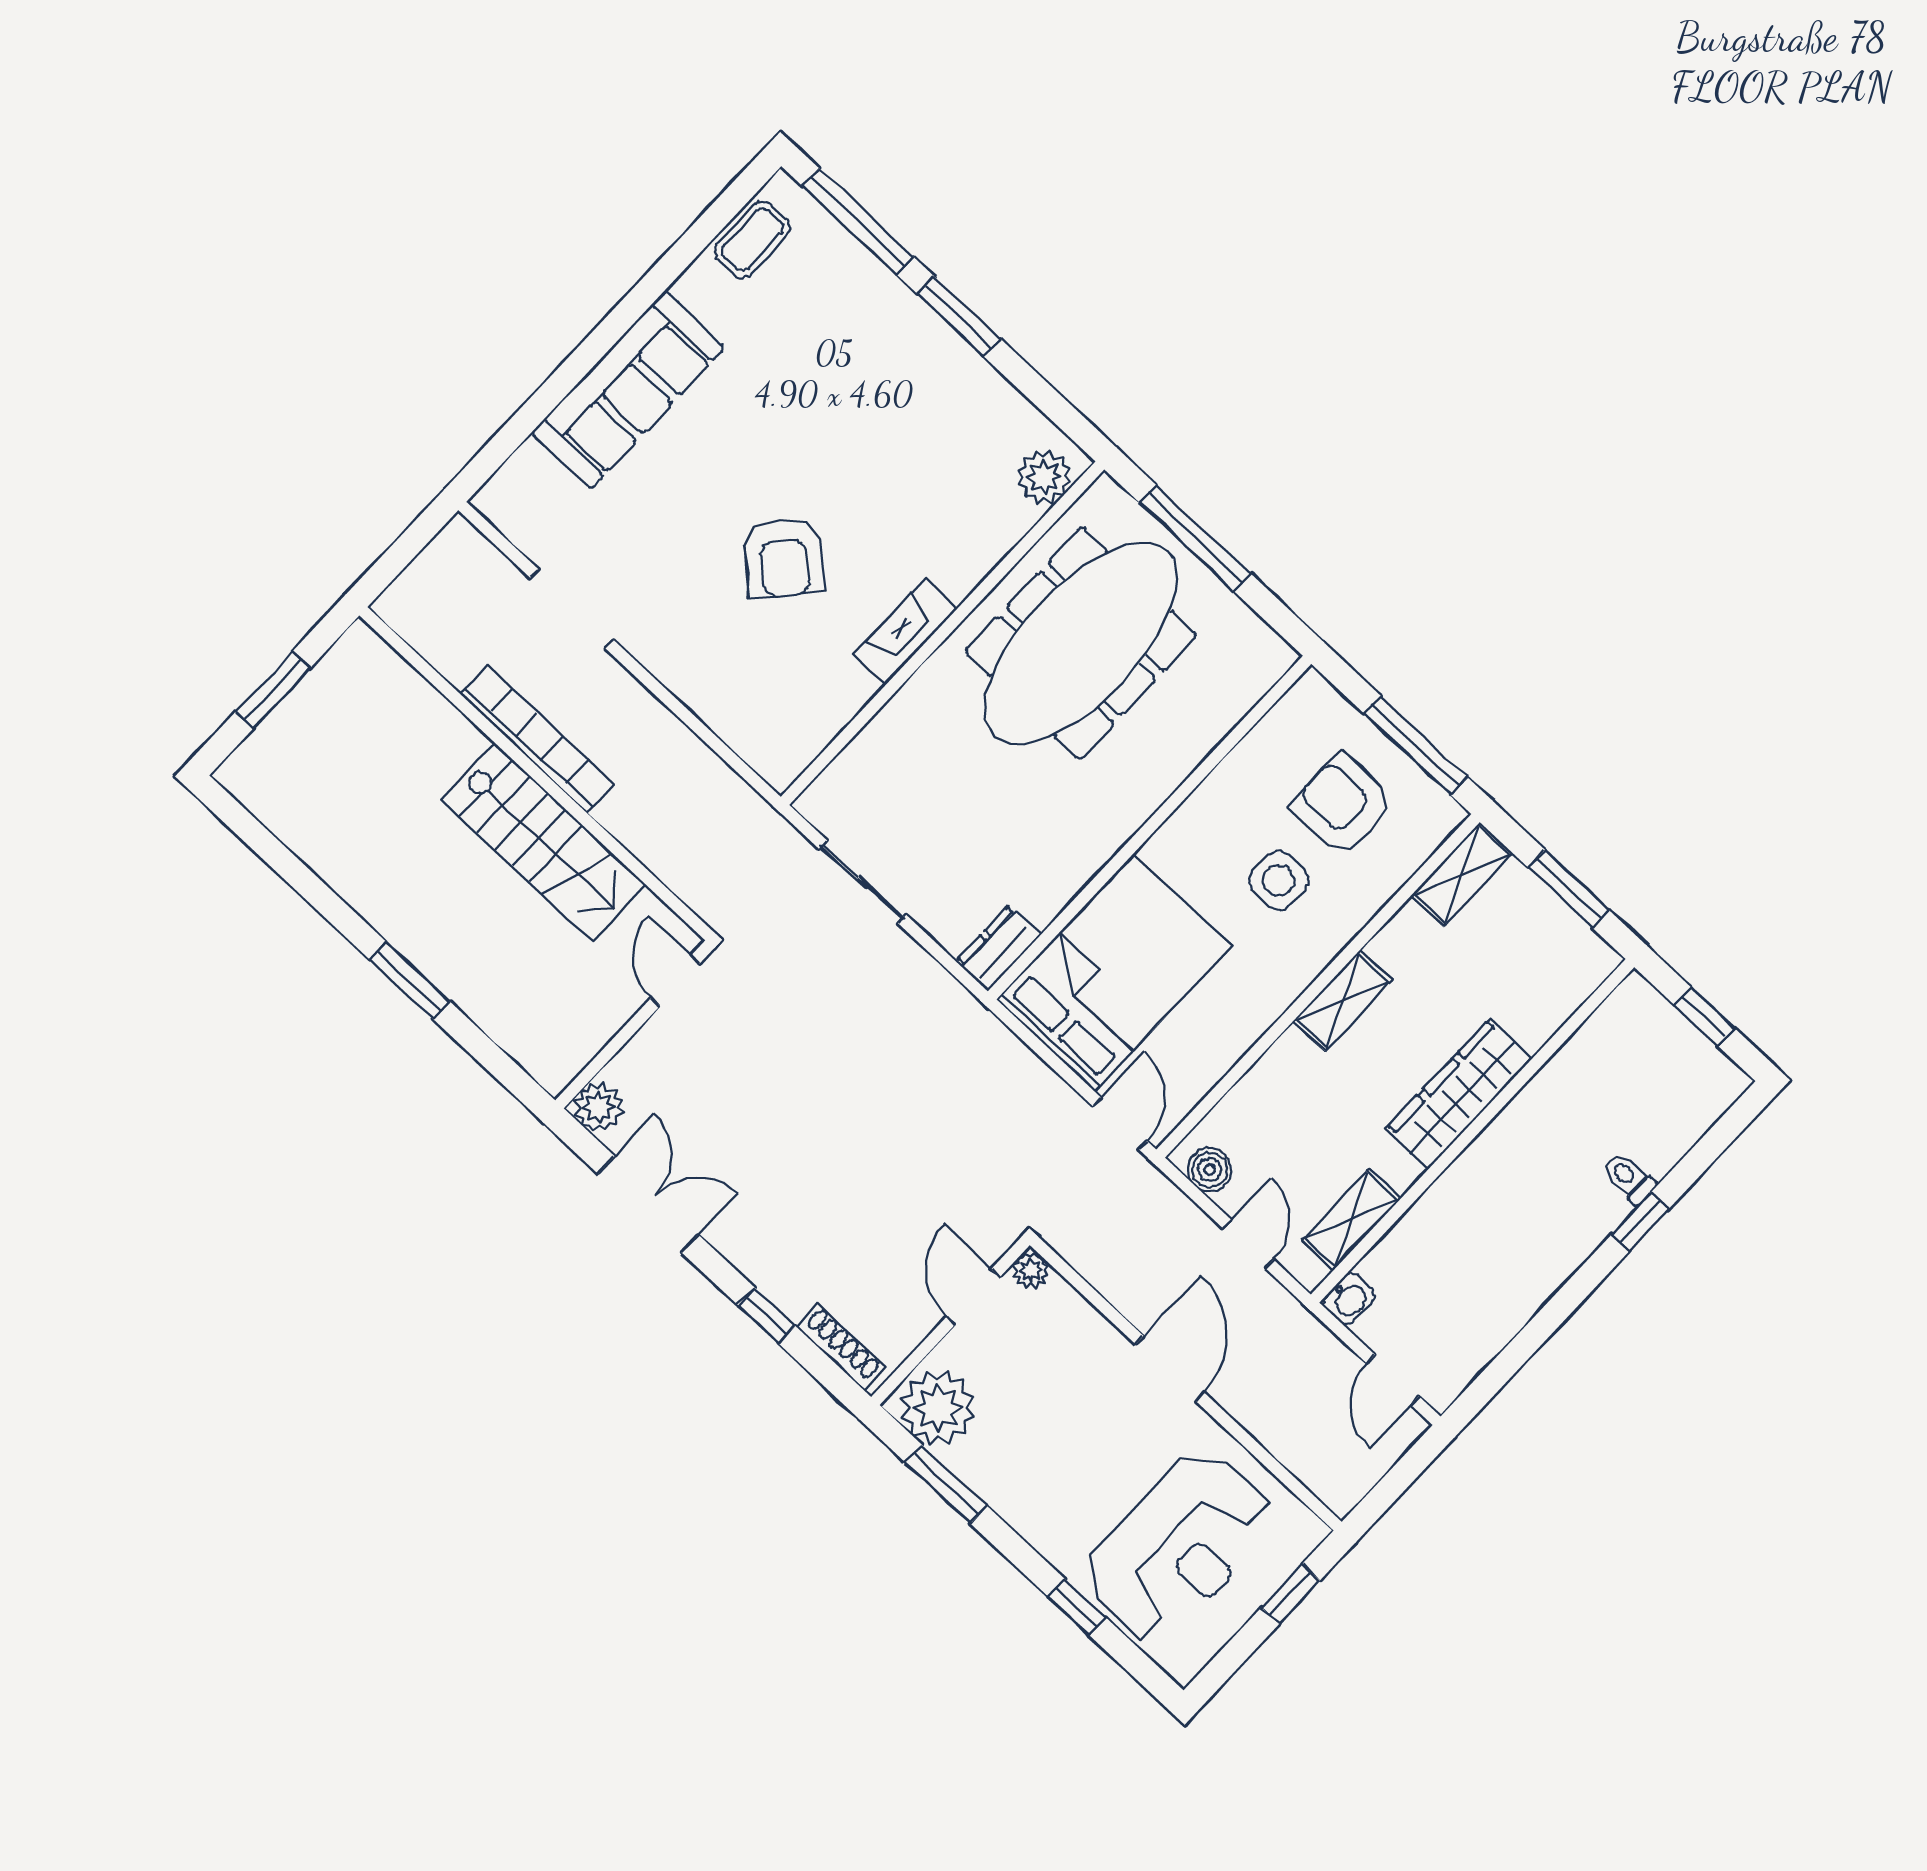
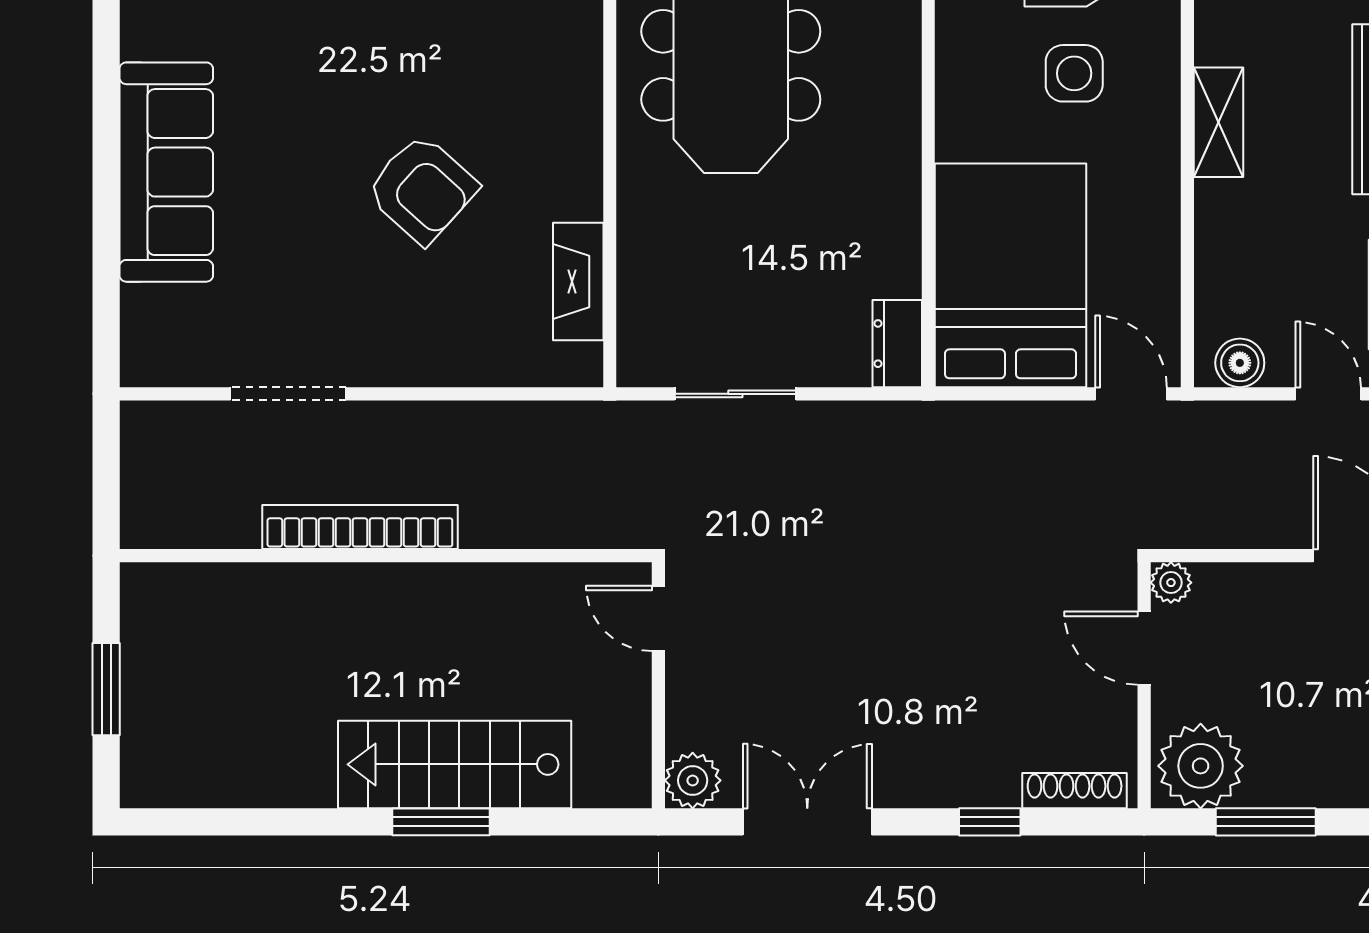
fireplace: (905, 632) -> (578, 281), moved
stairs: (544, 842) -> (455, 764), moved, turned 180

